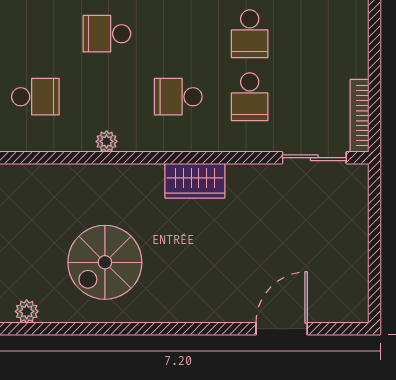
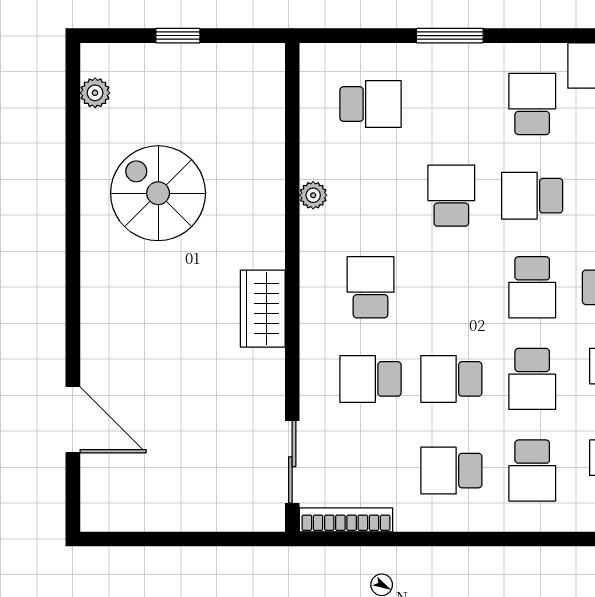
school desk: (321, 34) -> (451, 471), added
school desk: (35, 97) -> (371, 104), turned -90

